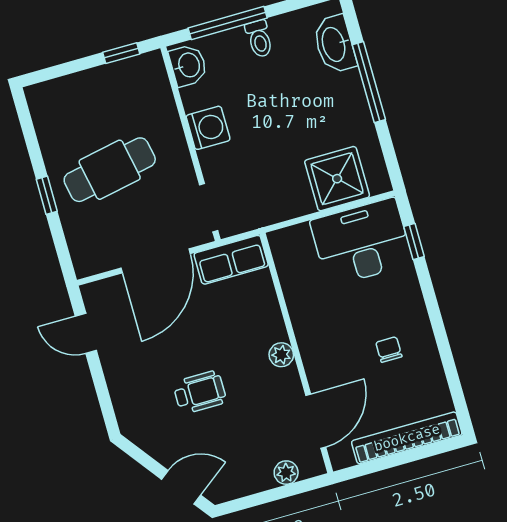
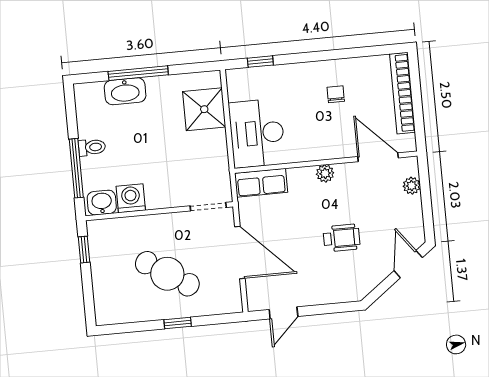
washbasin: (335, 44) -> (125, 91), moved
washing machine: (208, 128) -> (131, 198), moved
cafe table: (110, 170) -> (167, 274), turned -46
desk: (362, 242) -> (257, 133), moved
row of seats: (231, 260) -> (261, 183), moved, turned 90
chair: (389, 350) -> (336, 94), turned 90
wheelchair: (200, 392) -> (342, 238), turned 90

